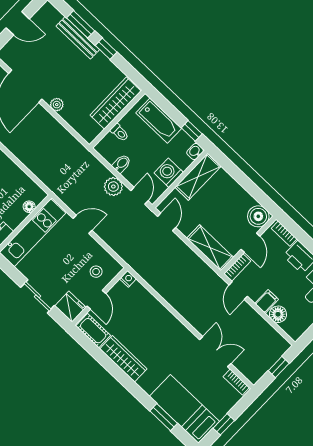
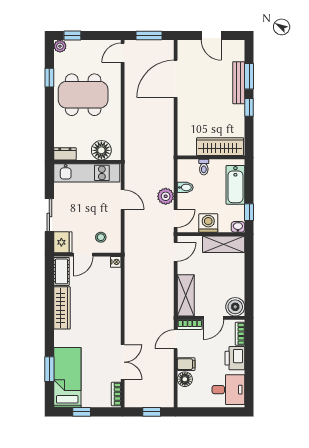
plant: (57, 105) -> (183, 110), removed
floor lamp: (29, 207) -> (101, 150), width x1.89, depth x1.89

